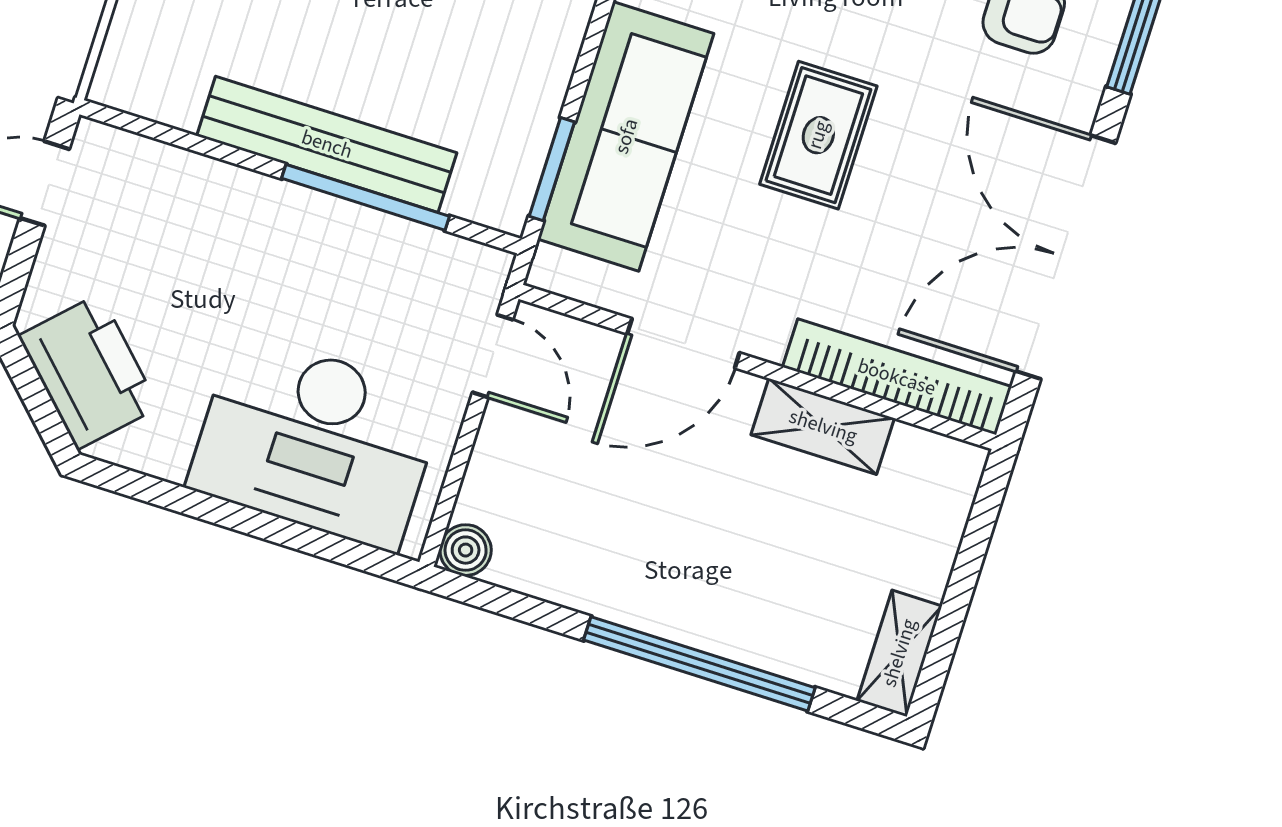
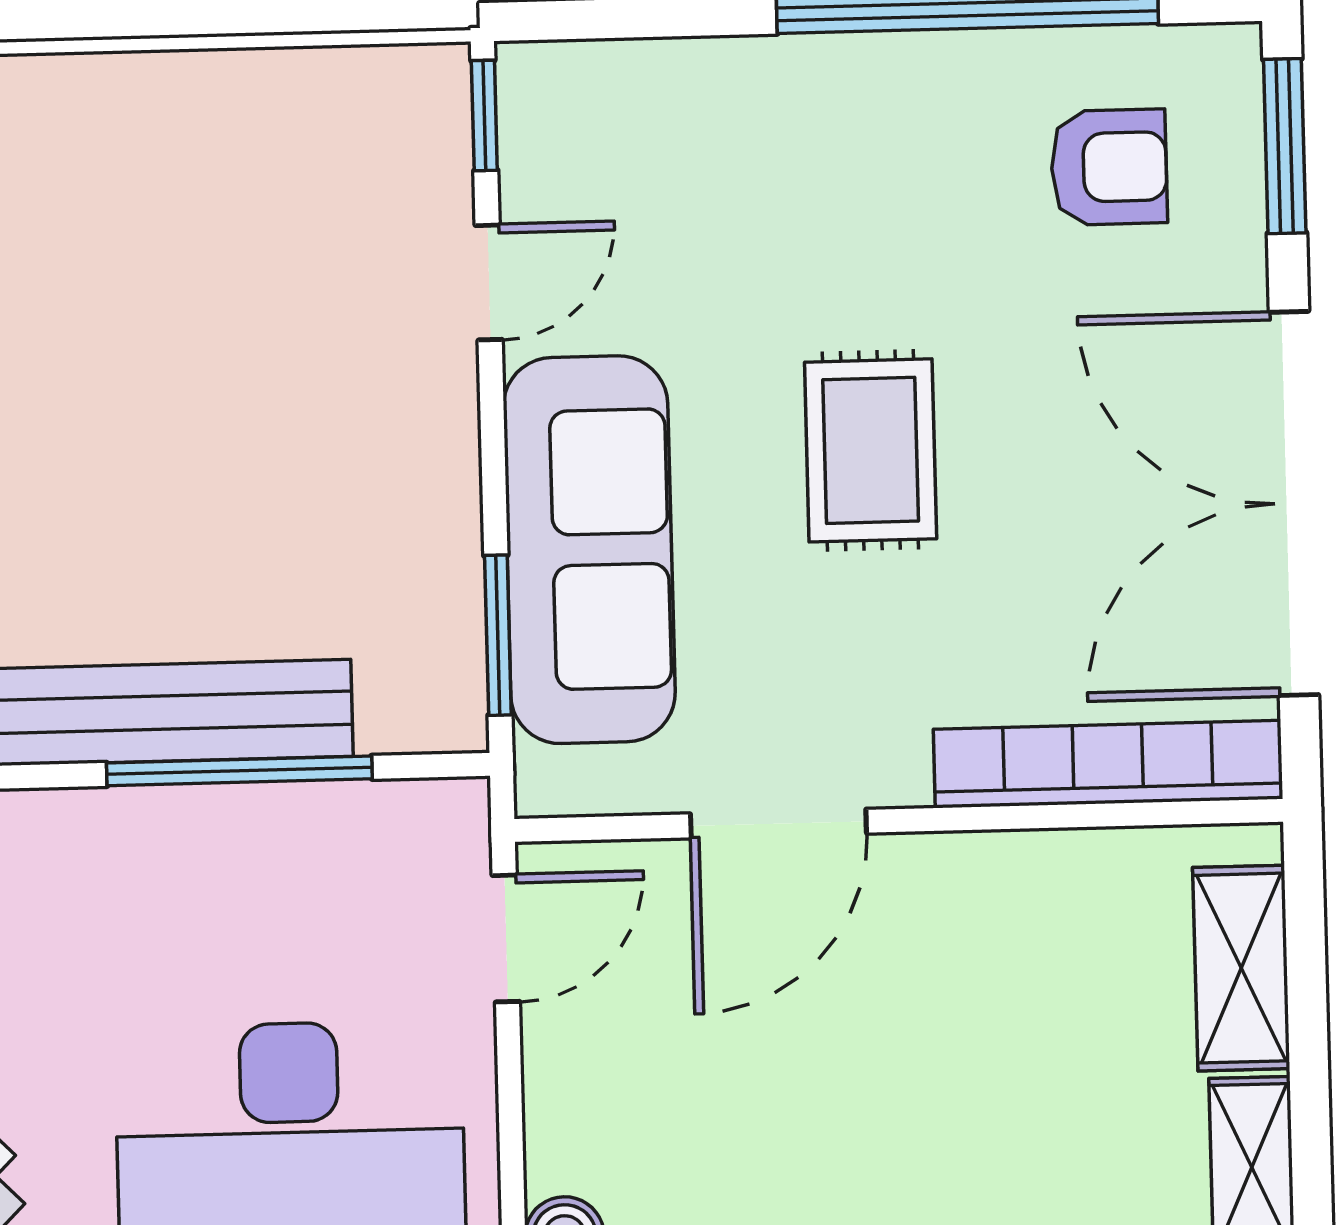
door: (493, 356) -> (506, 938), hinge flipped
shelving: (823, 426) -> (1241, 968), moved, turned 90

